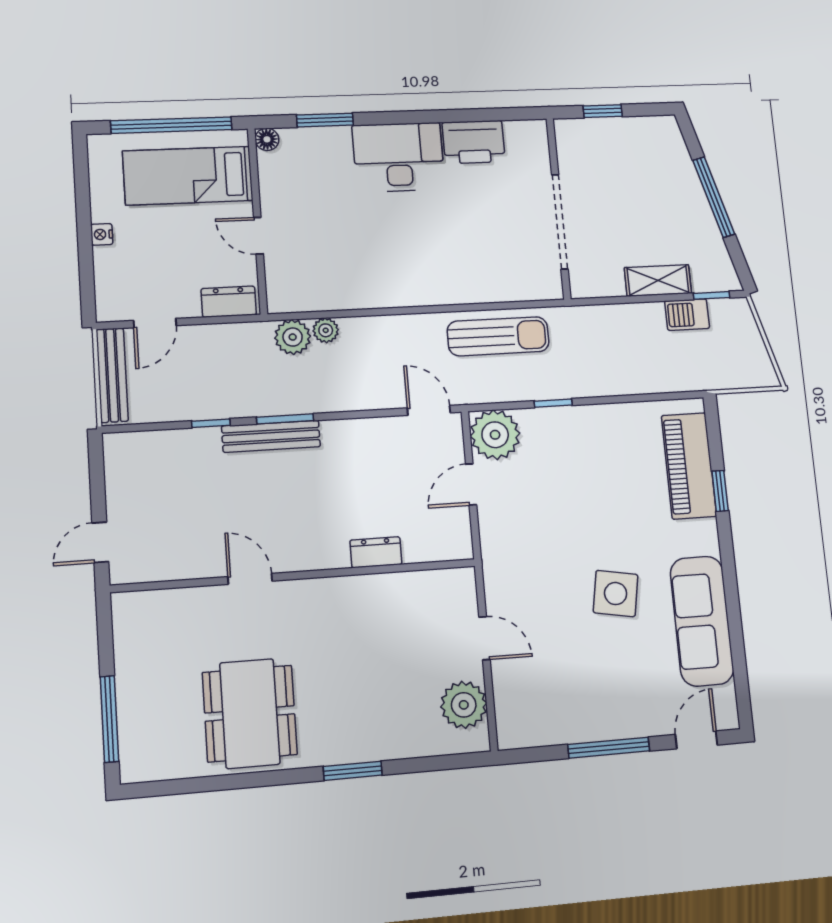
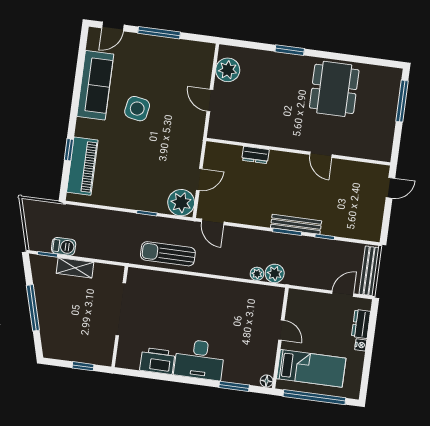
dresser: (229, 302) -> (361, 324), moved, turned 90

